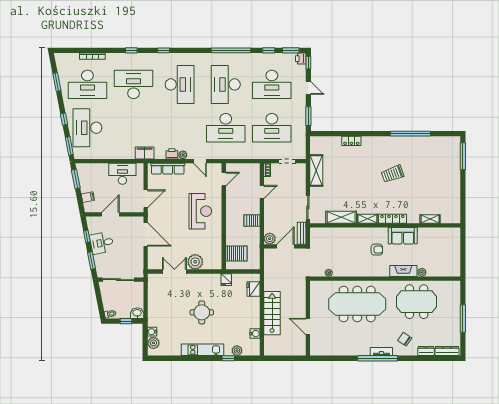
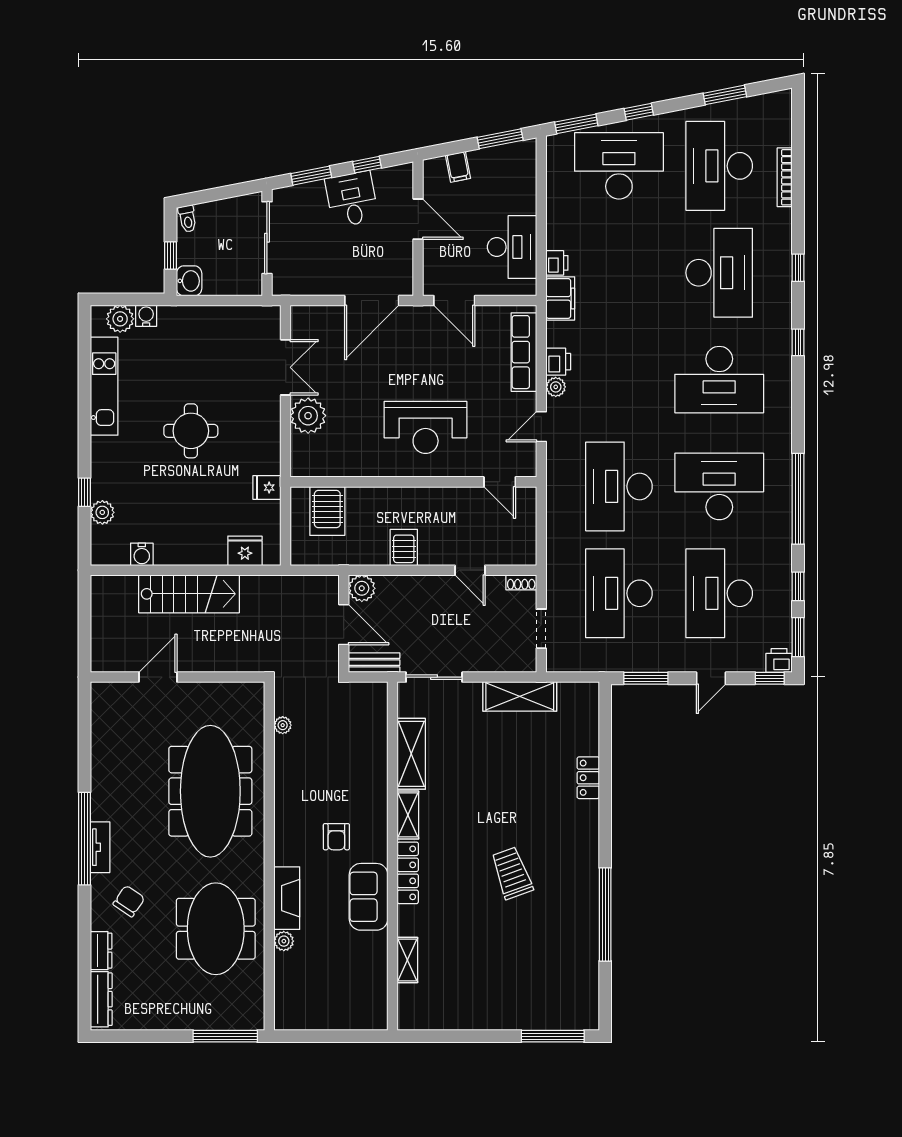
printer: (129, 154) -> (557, 263), added
window: (463, 319) -> (225, 1036), moved
kitchen unit: (202, 350) -> (104, 386), moved

